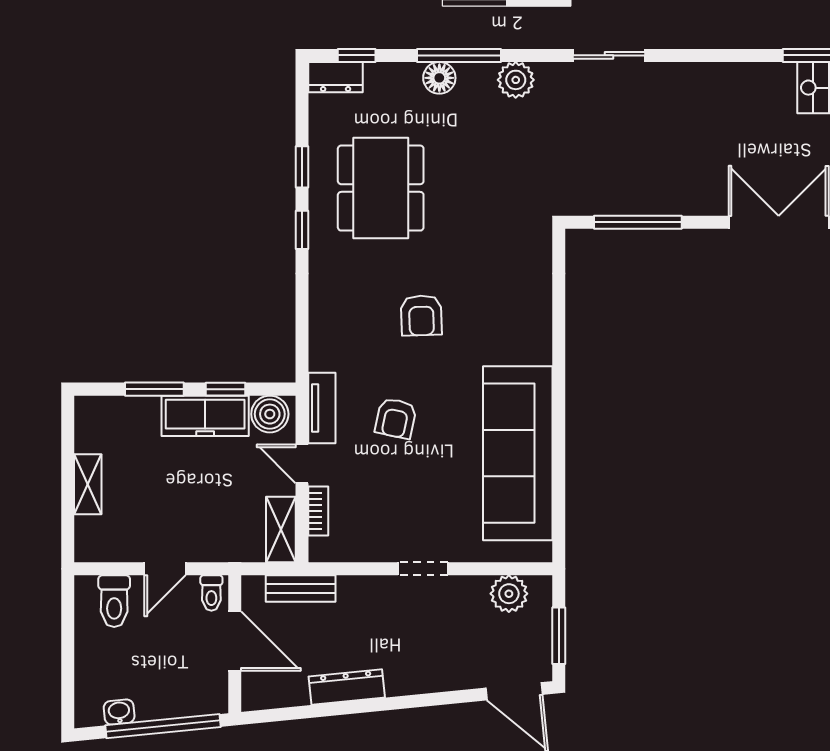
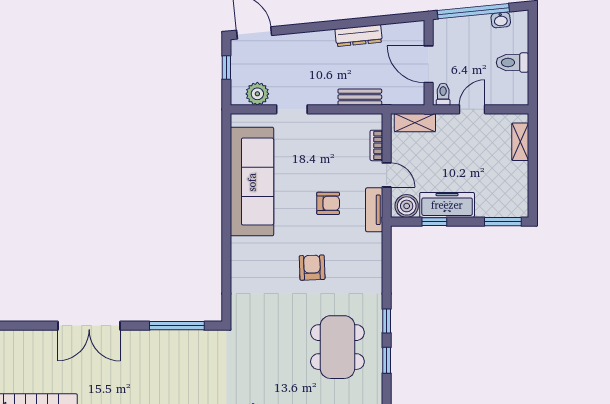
window: (154, 389) -> (503, 222), moved
armchair: (396, 418) -> (328, 203), turned 78
shelving: (88, 484) -> (520, 142), moved
shelving: (281, 530) -> (415, 123), moved, turned 90
doorway: (423, 569) -> (292, 109), moved
bench: (301, 588) -> (360, 97), moved
toilet: (114, 601) -> (513, 63), moved, turned -90
window: (559, 636) -> (226, 68), width x0.67

